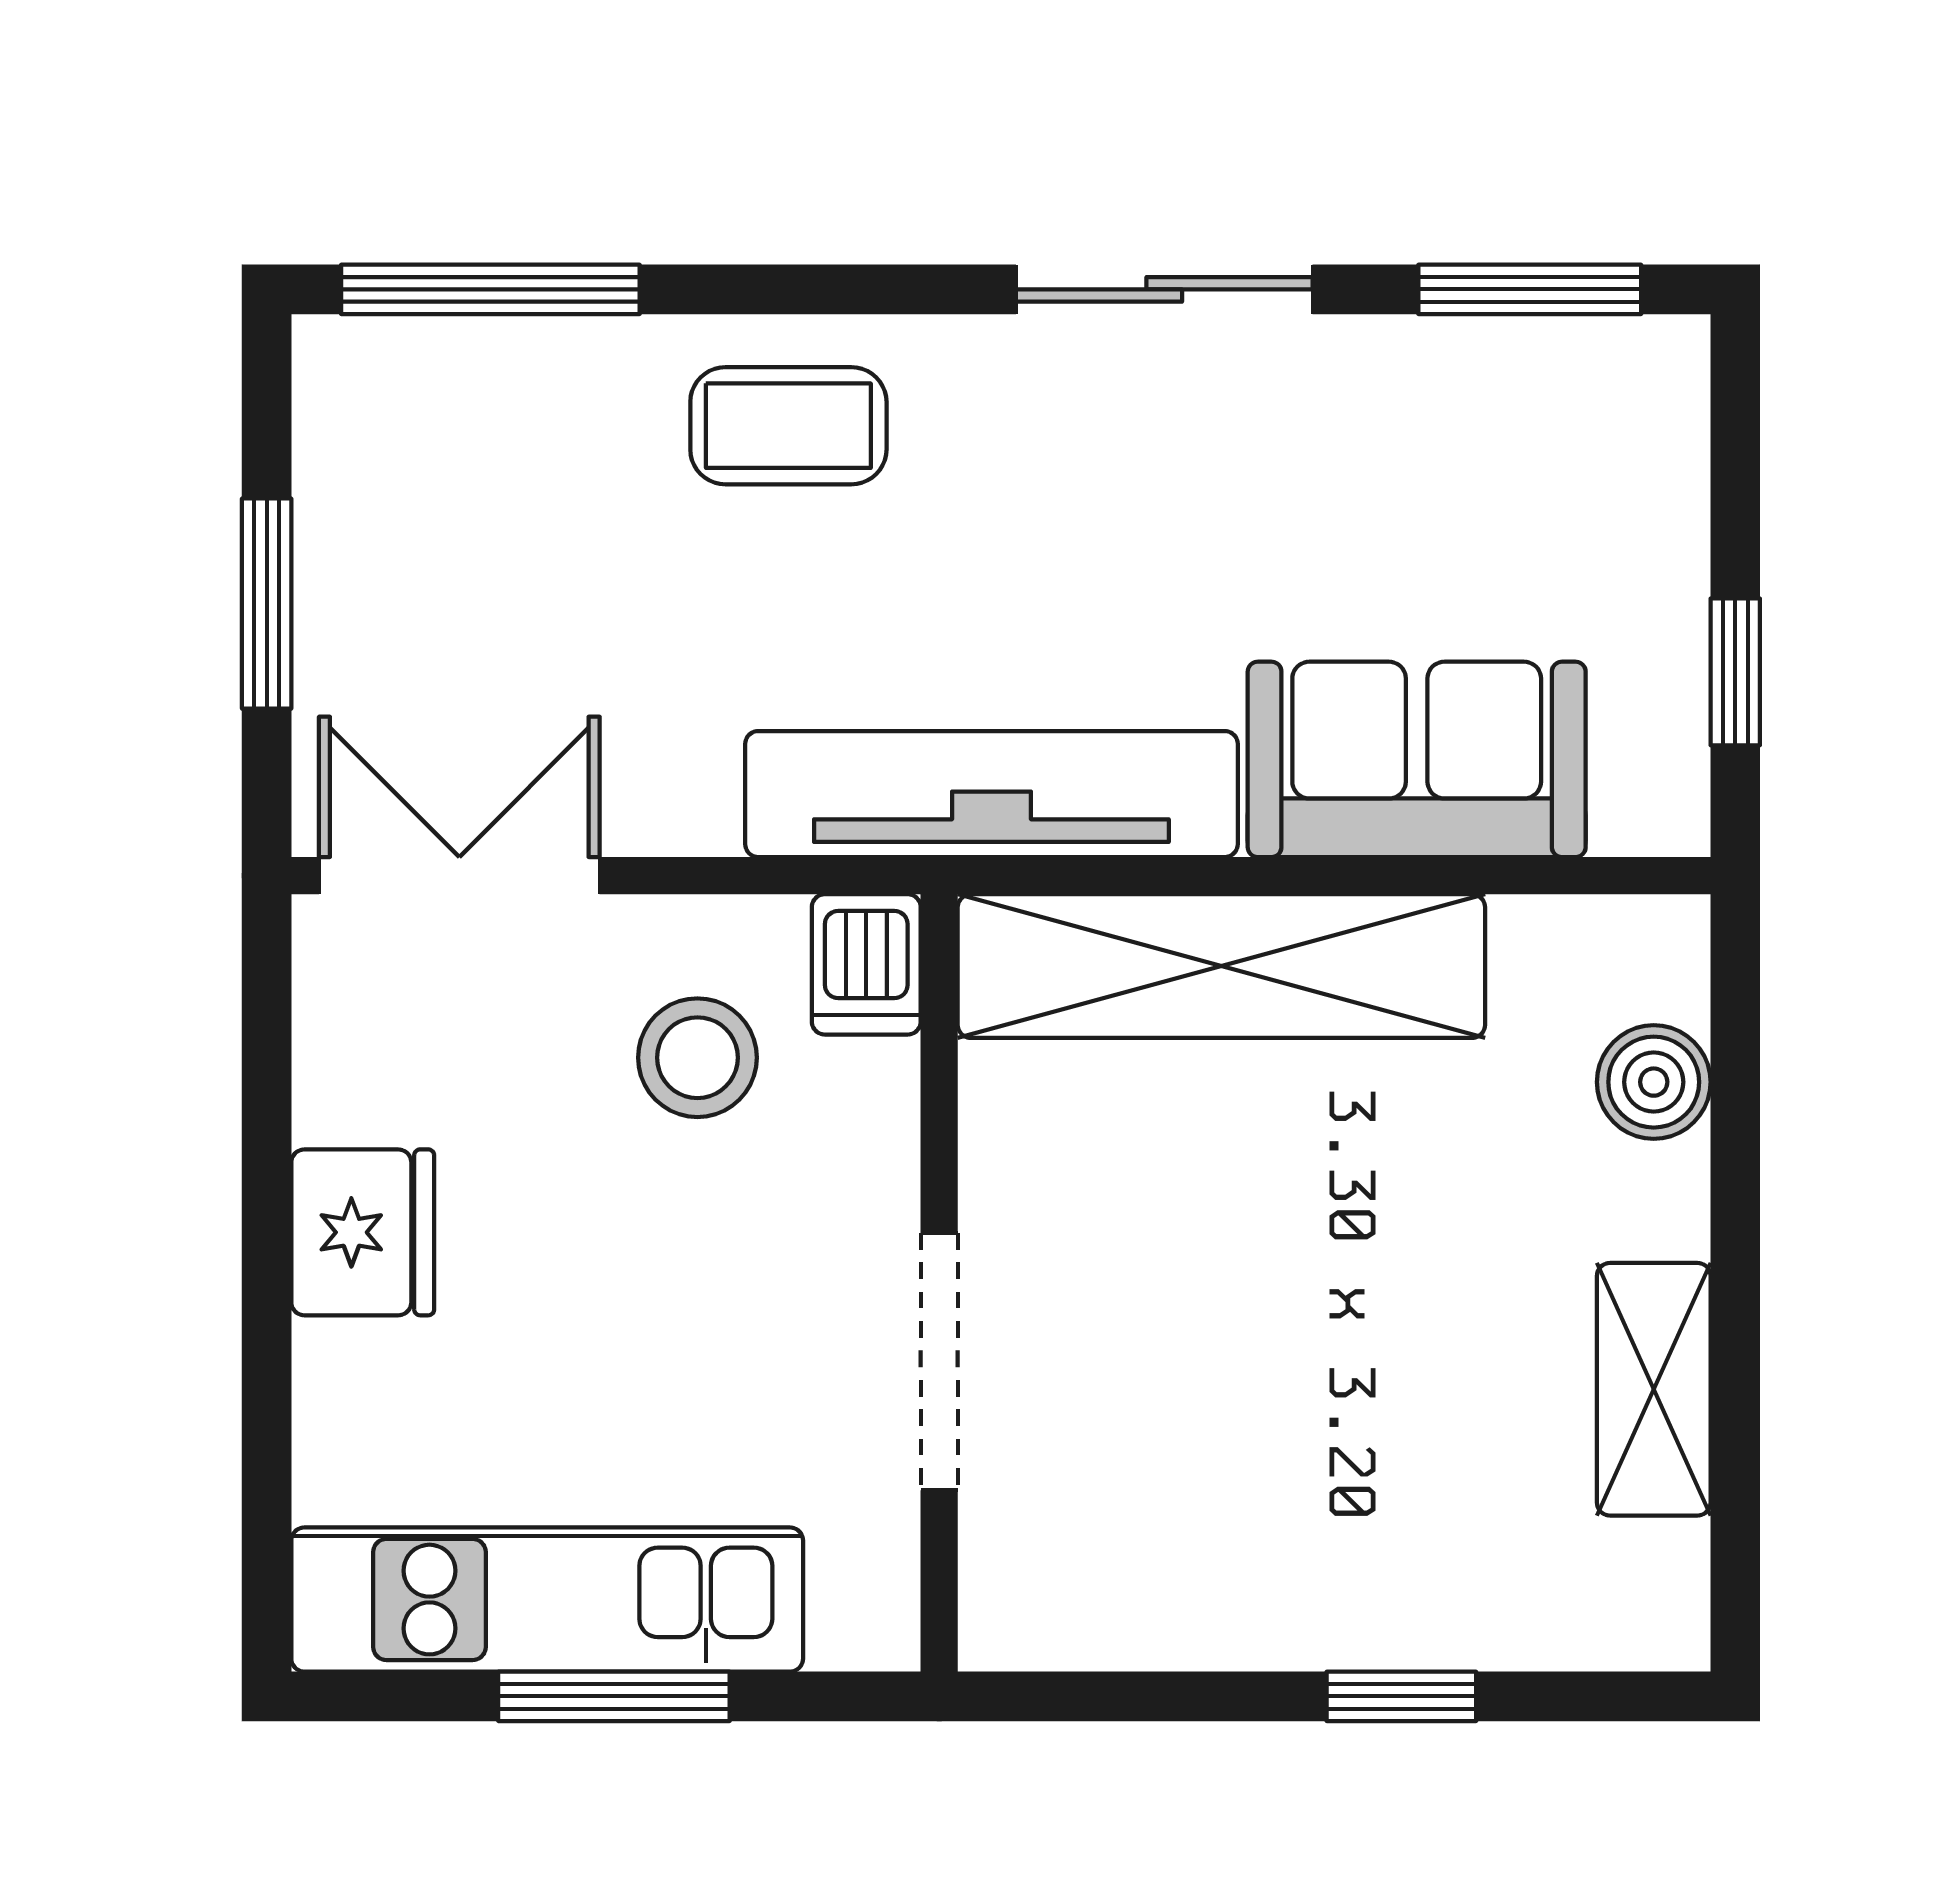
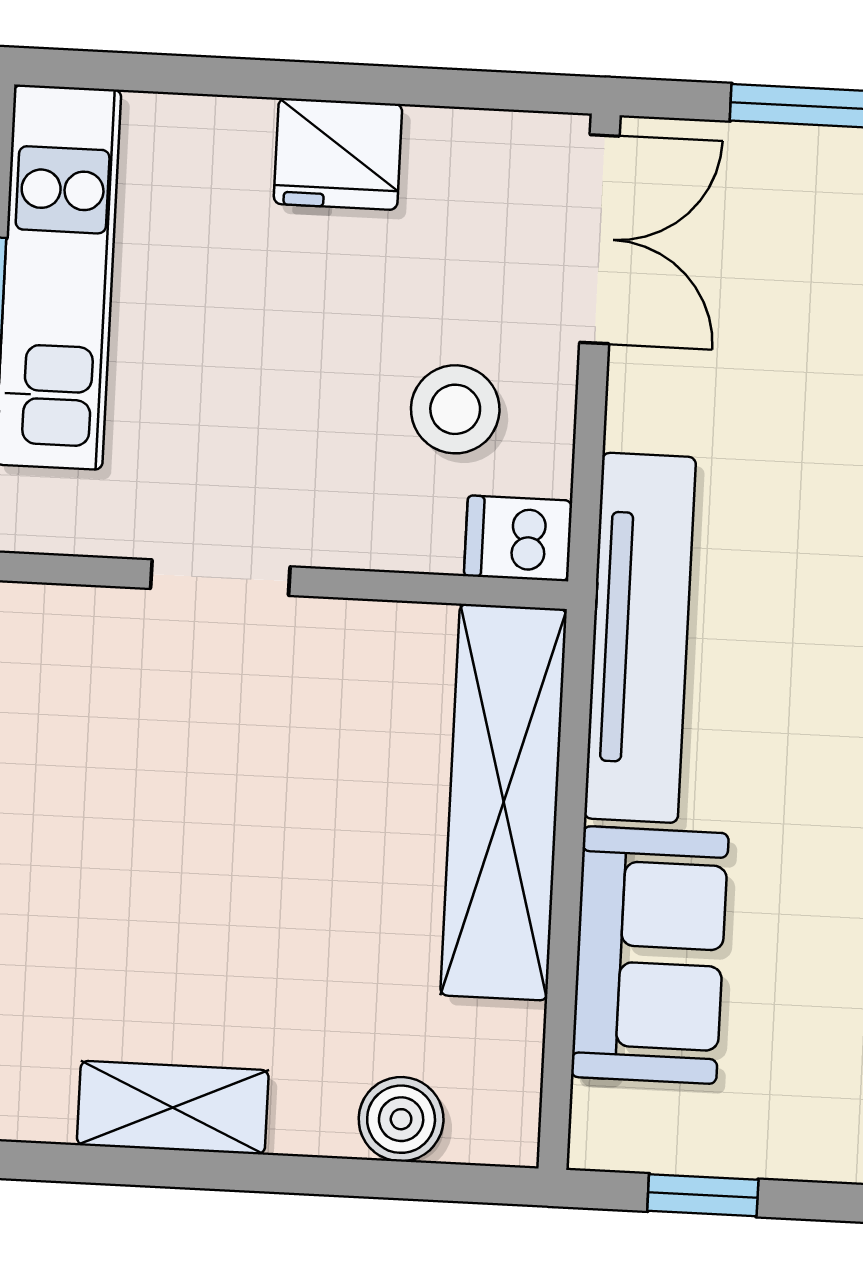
doorway: (939, 1362) -> (220, 578), width x0.73

